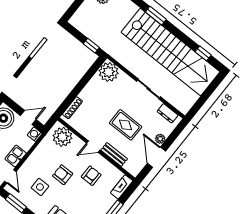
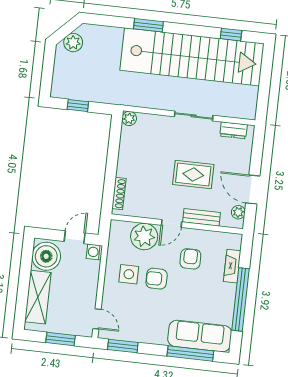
window: (91, 46) -> (78, 105), moved
plant: (109, 72) -> (129, 118), width x0.53, depth x0.53
plant: (62, 137) -> (144, 236), moved
plant: (160, 139) -> (238, 212), moved
kitchen sink: (16, 156) -> (88, 291), removed
side table: (40, 187) -> (129, 274), moved
fireplace: (122, 187) -> (232, 266), moved

